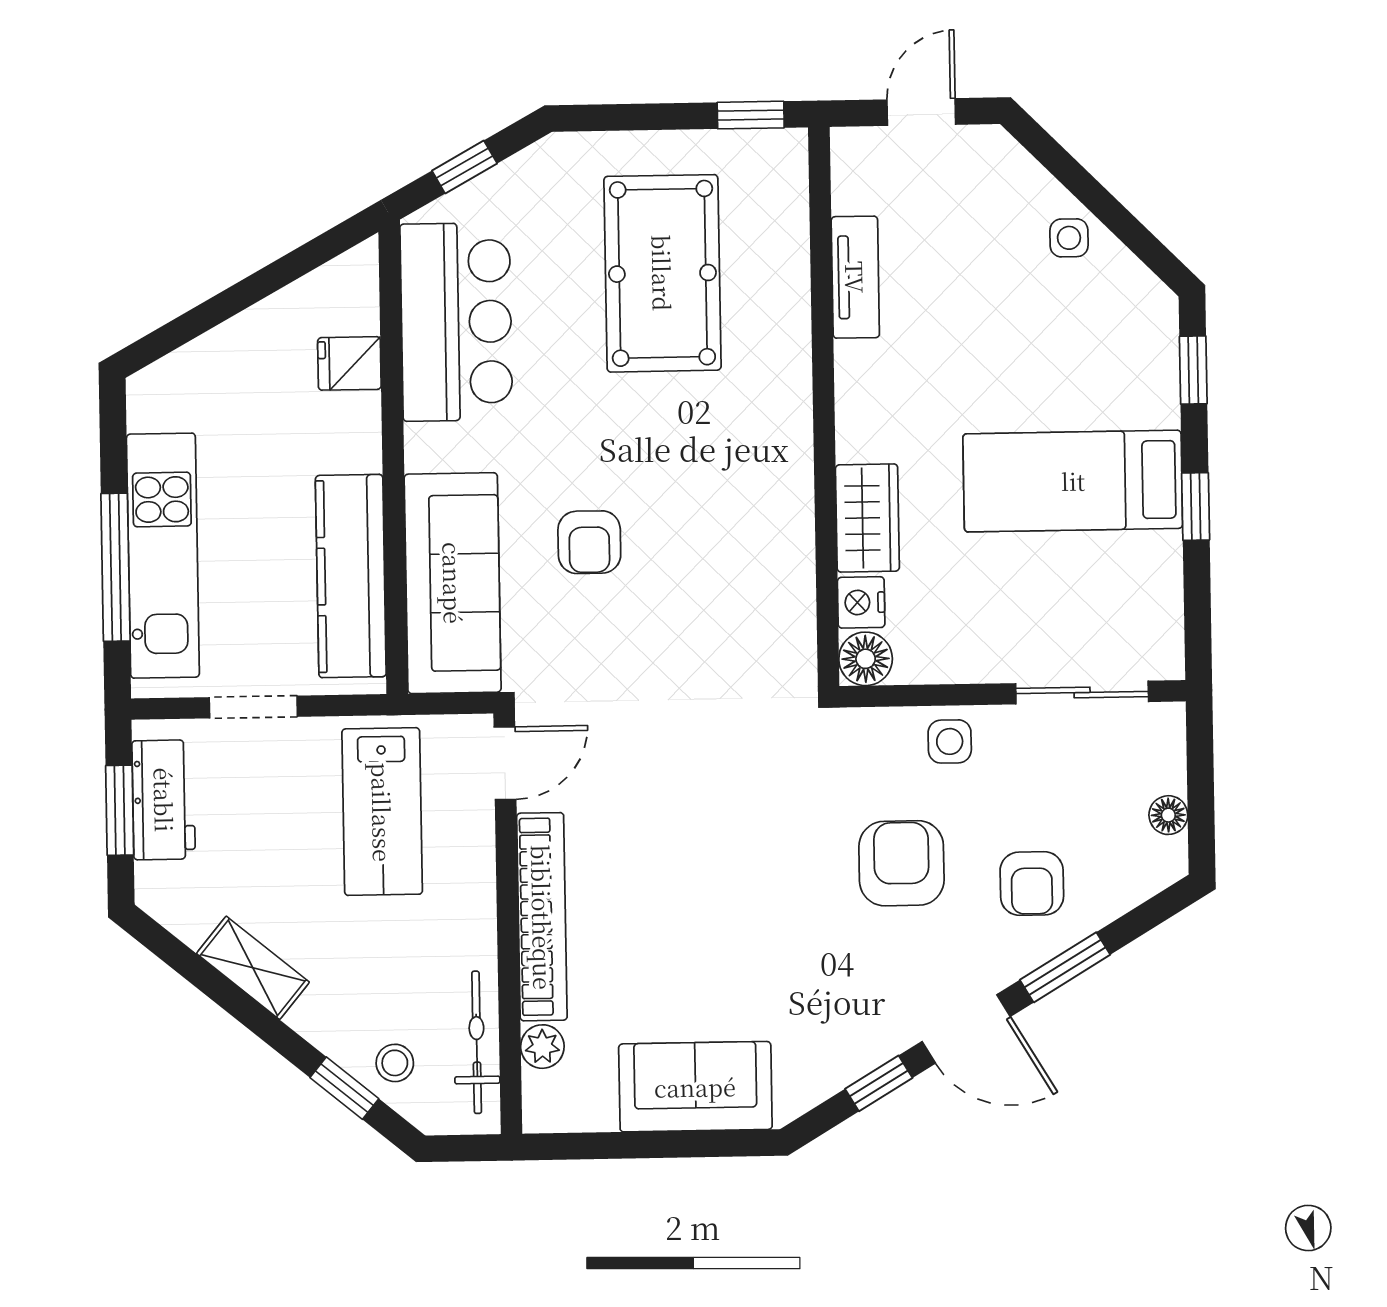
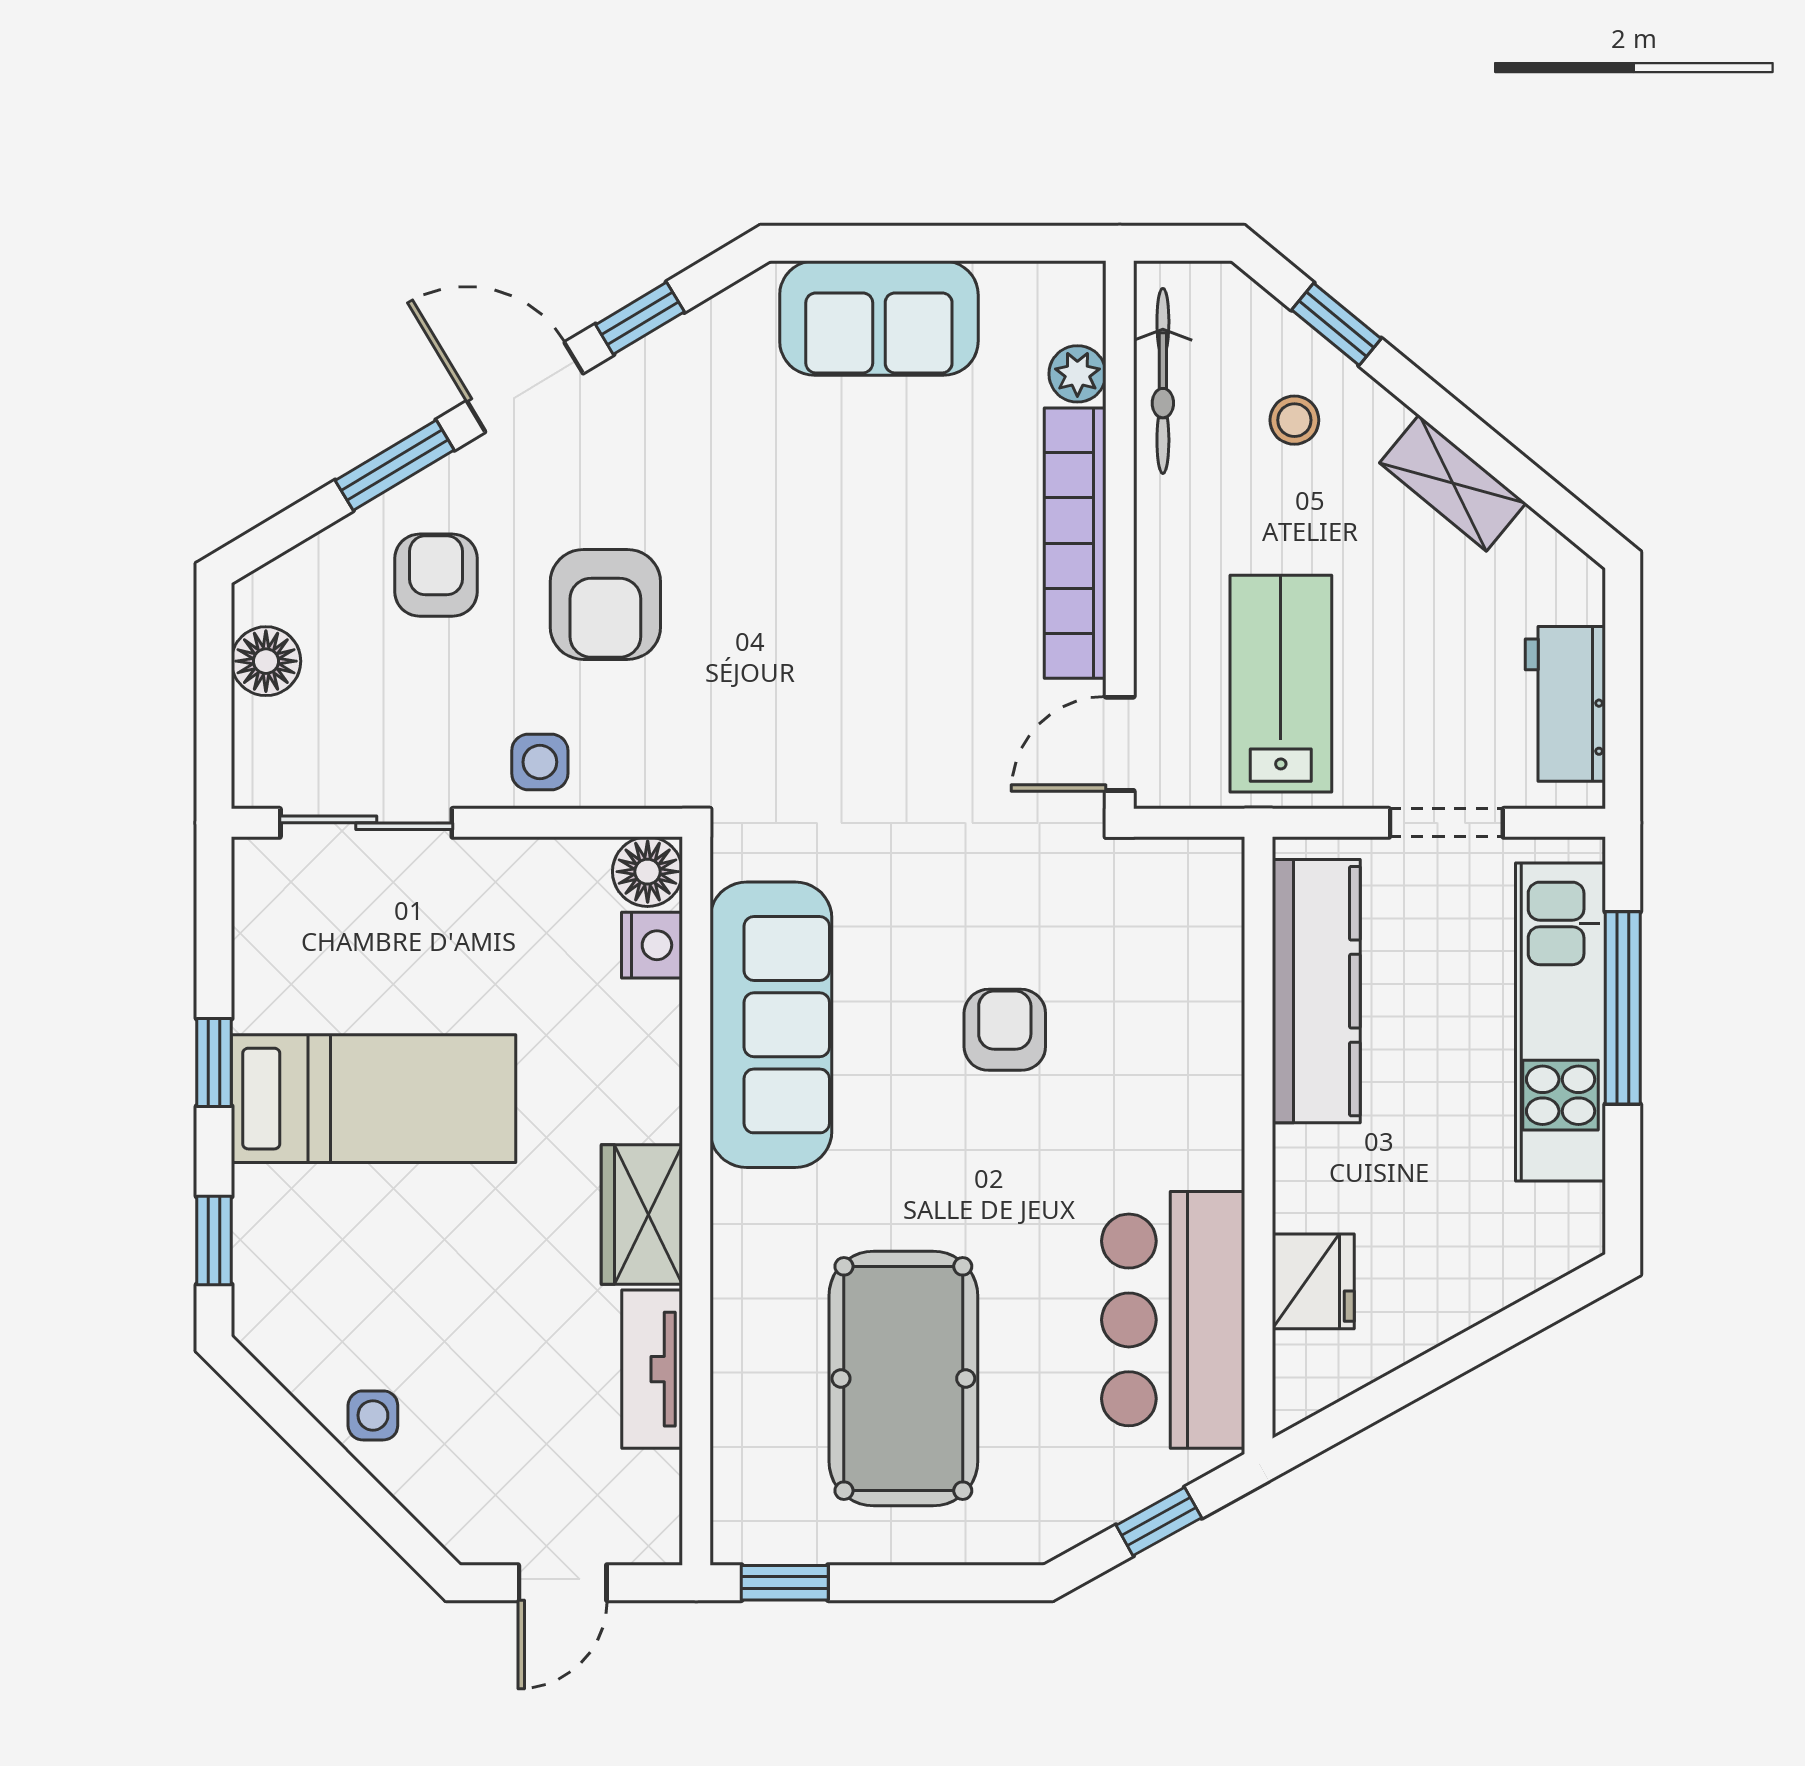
fridge: (349, 363) -> (1313, 1281), width x1.38
wardrobe: (867, 518) -> (642, 1214), moved
sofa: (453, 583) -> (771, 1025), moved, turned 180
window: (120, 810) -> (1623, 691), removed
floor lamp: (1168, 815) -> (266, 661), width x1.37, depth x1.37
stool: (395, 1063) -> (1294, 420), moved

